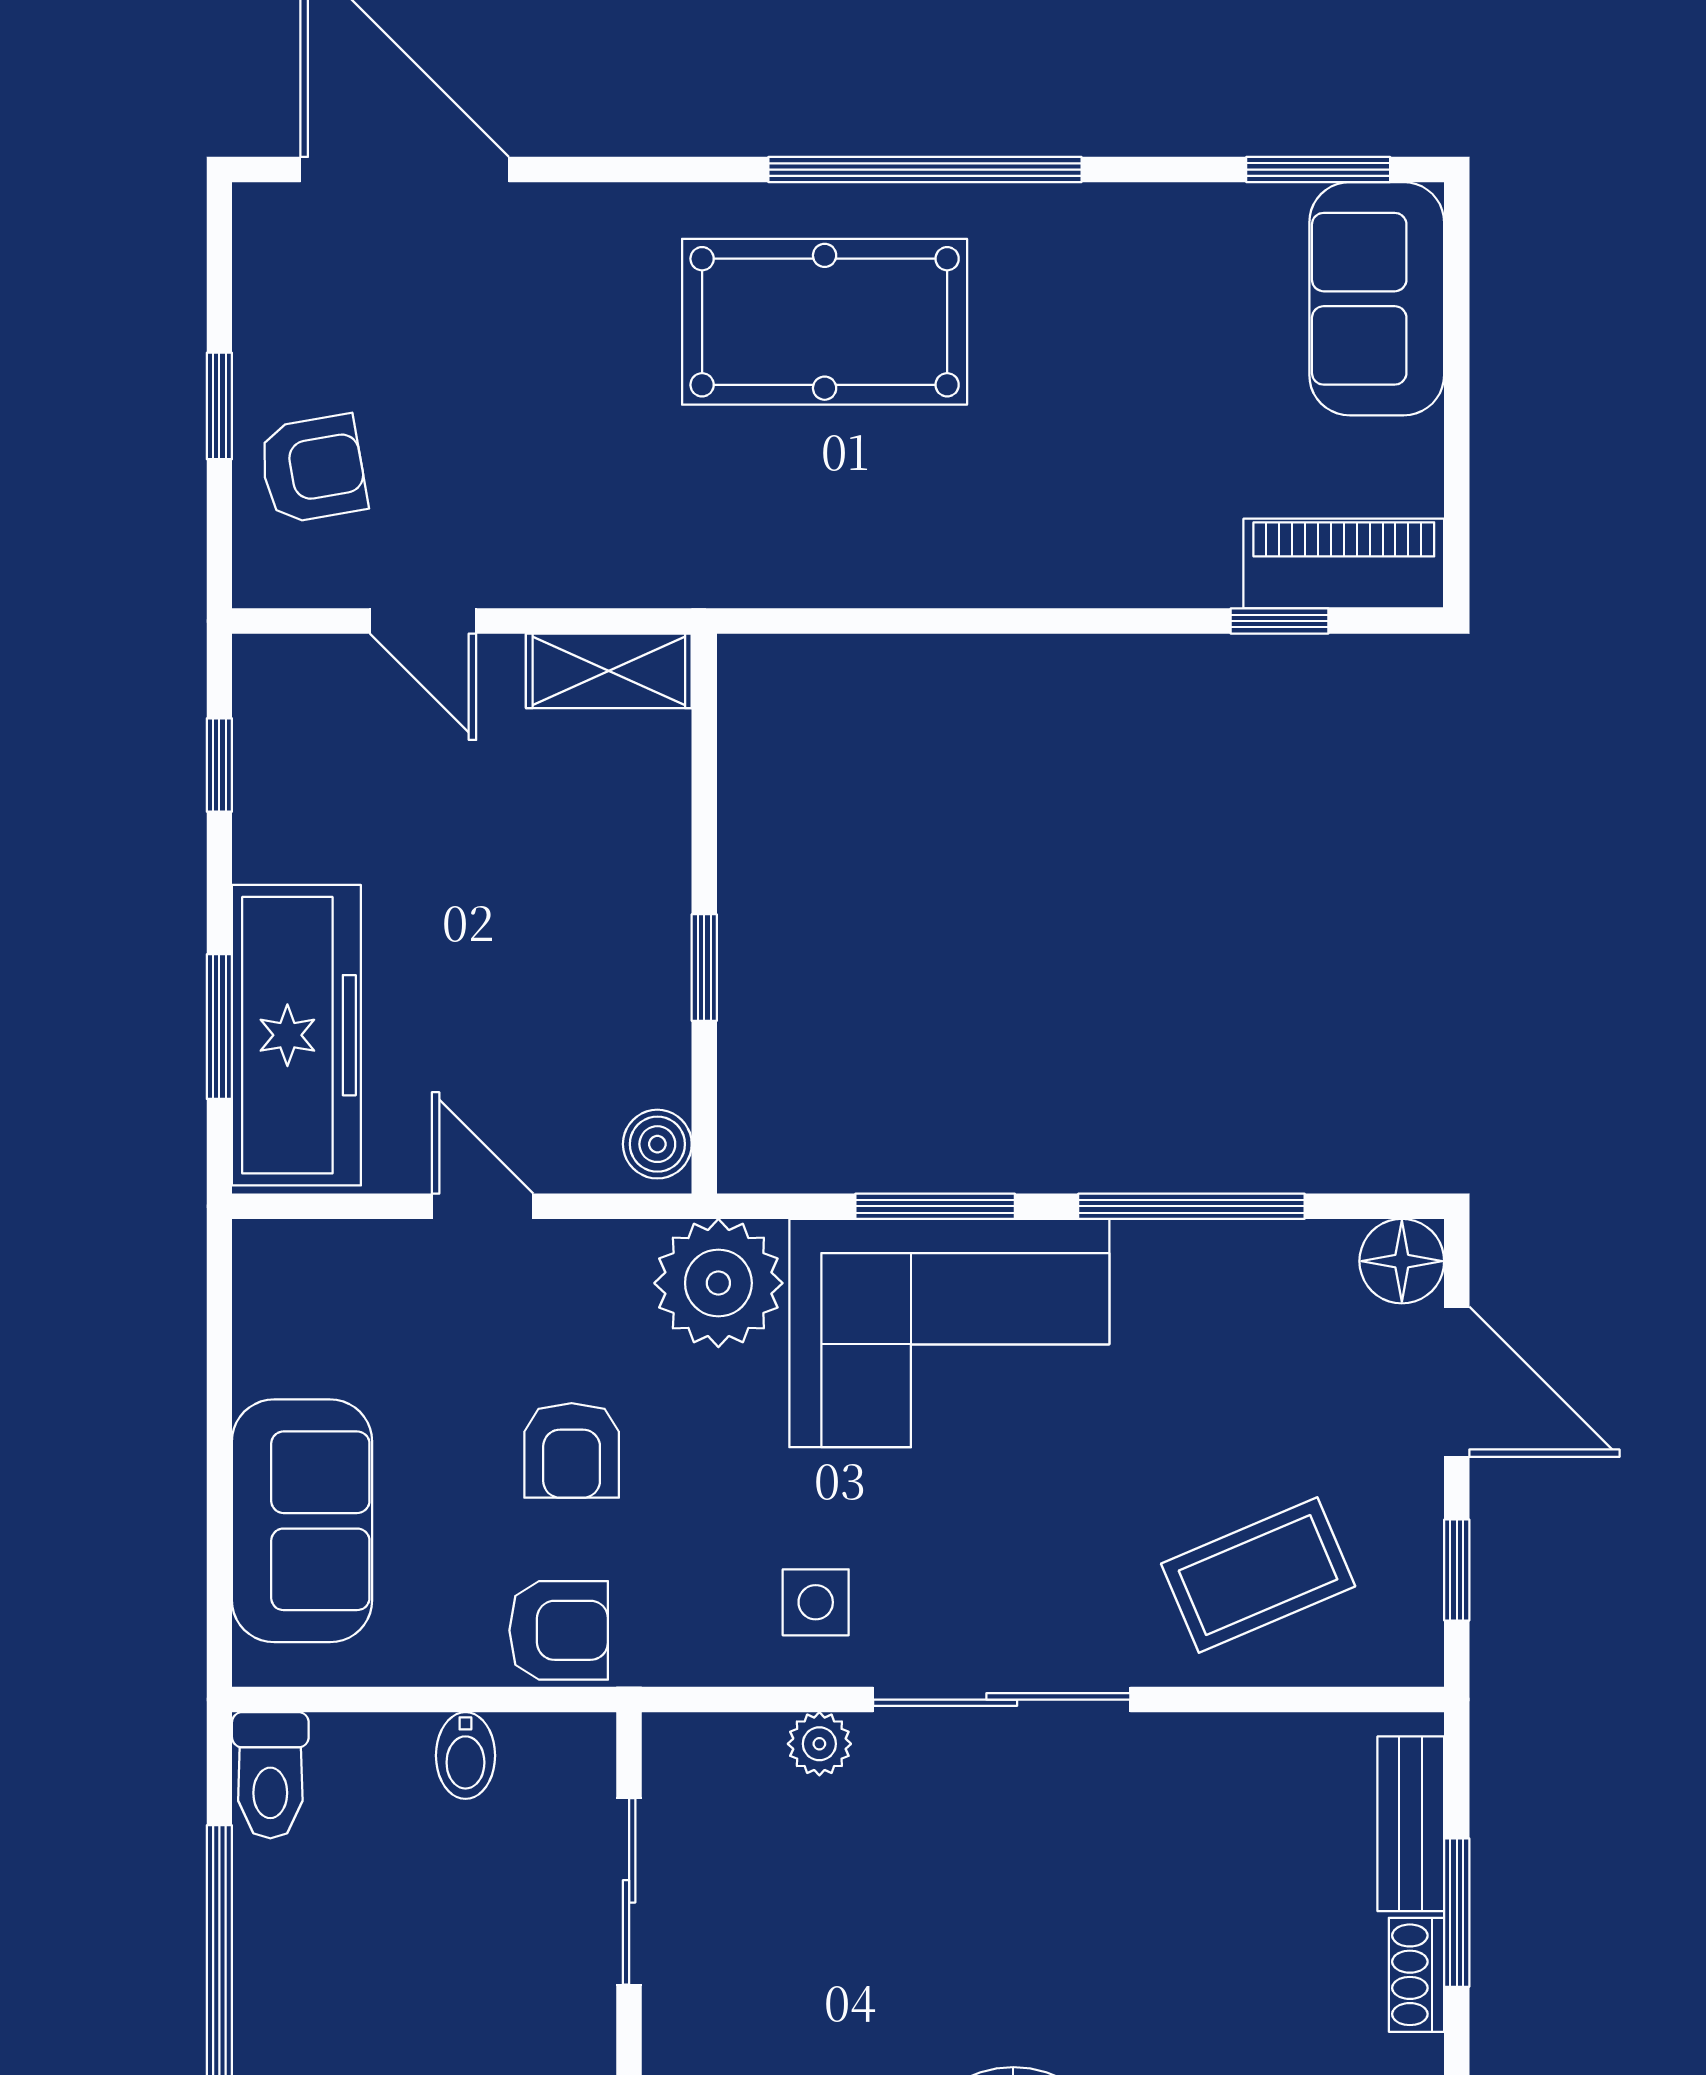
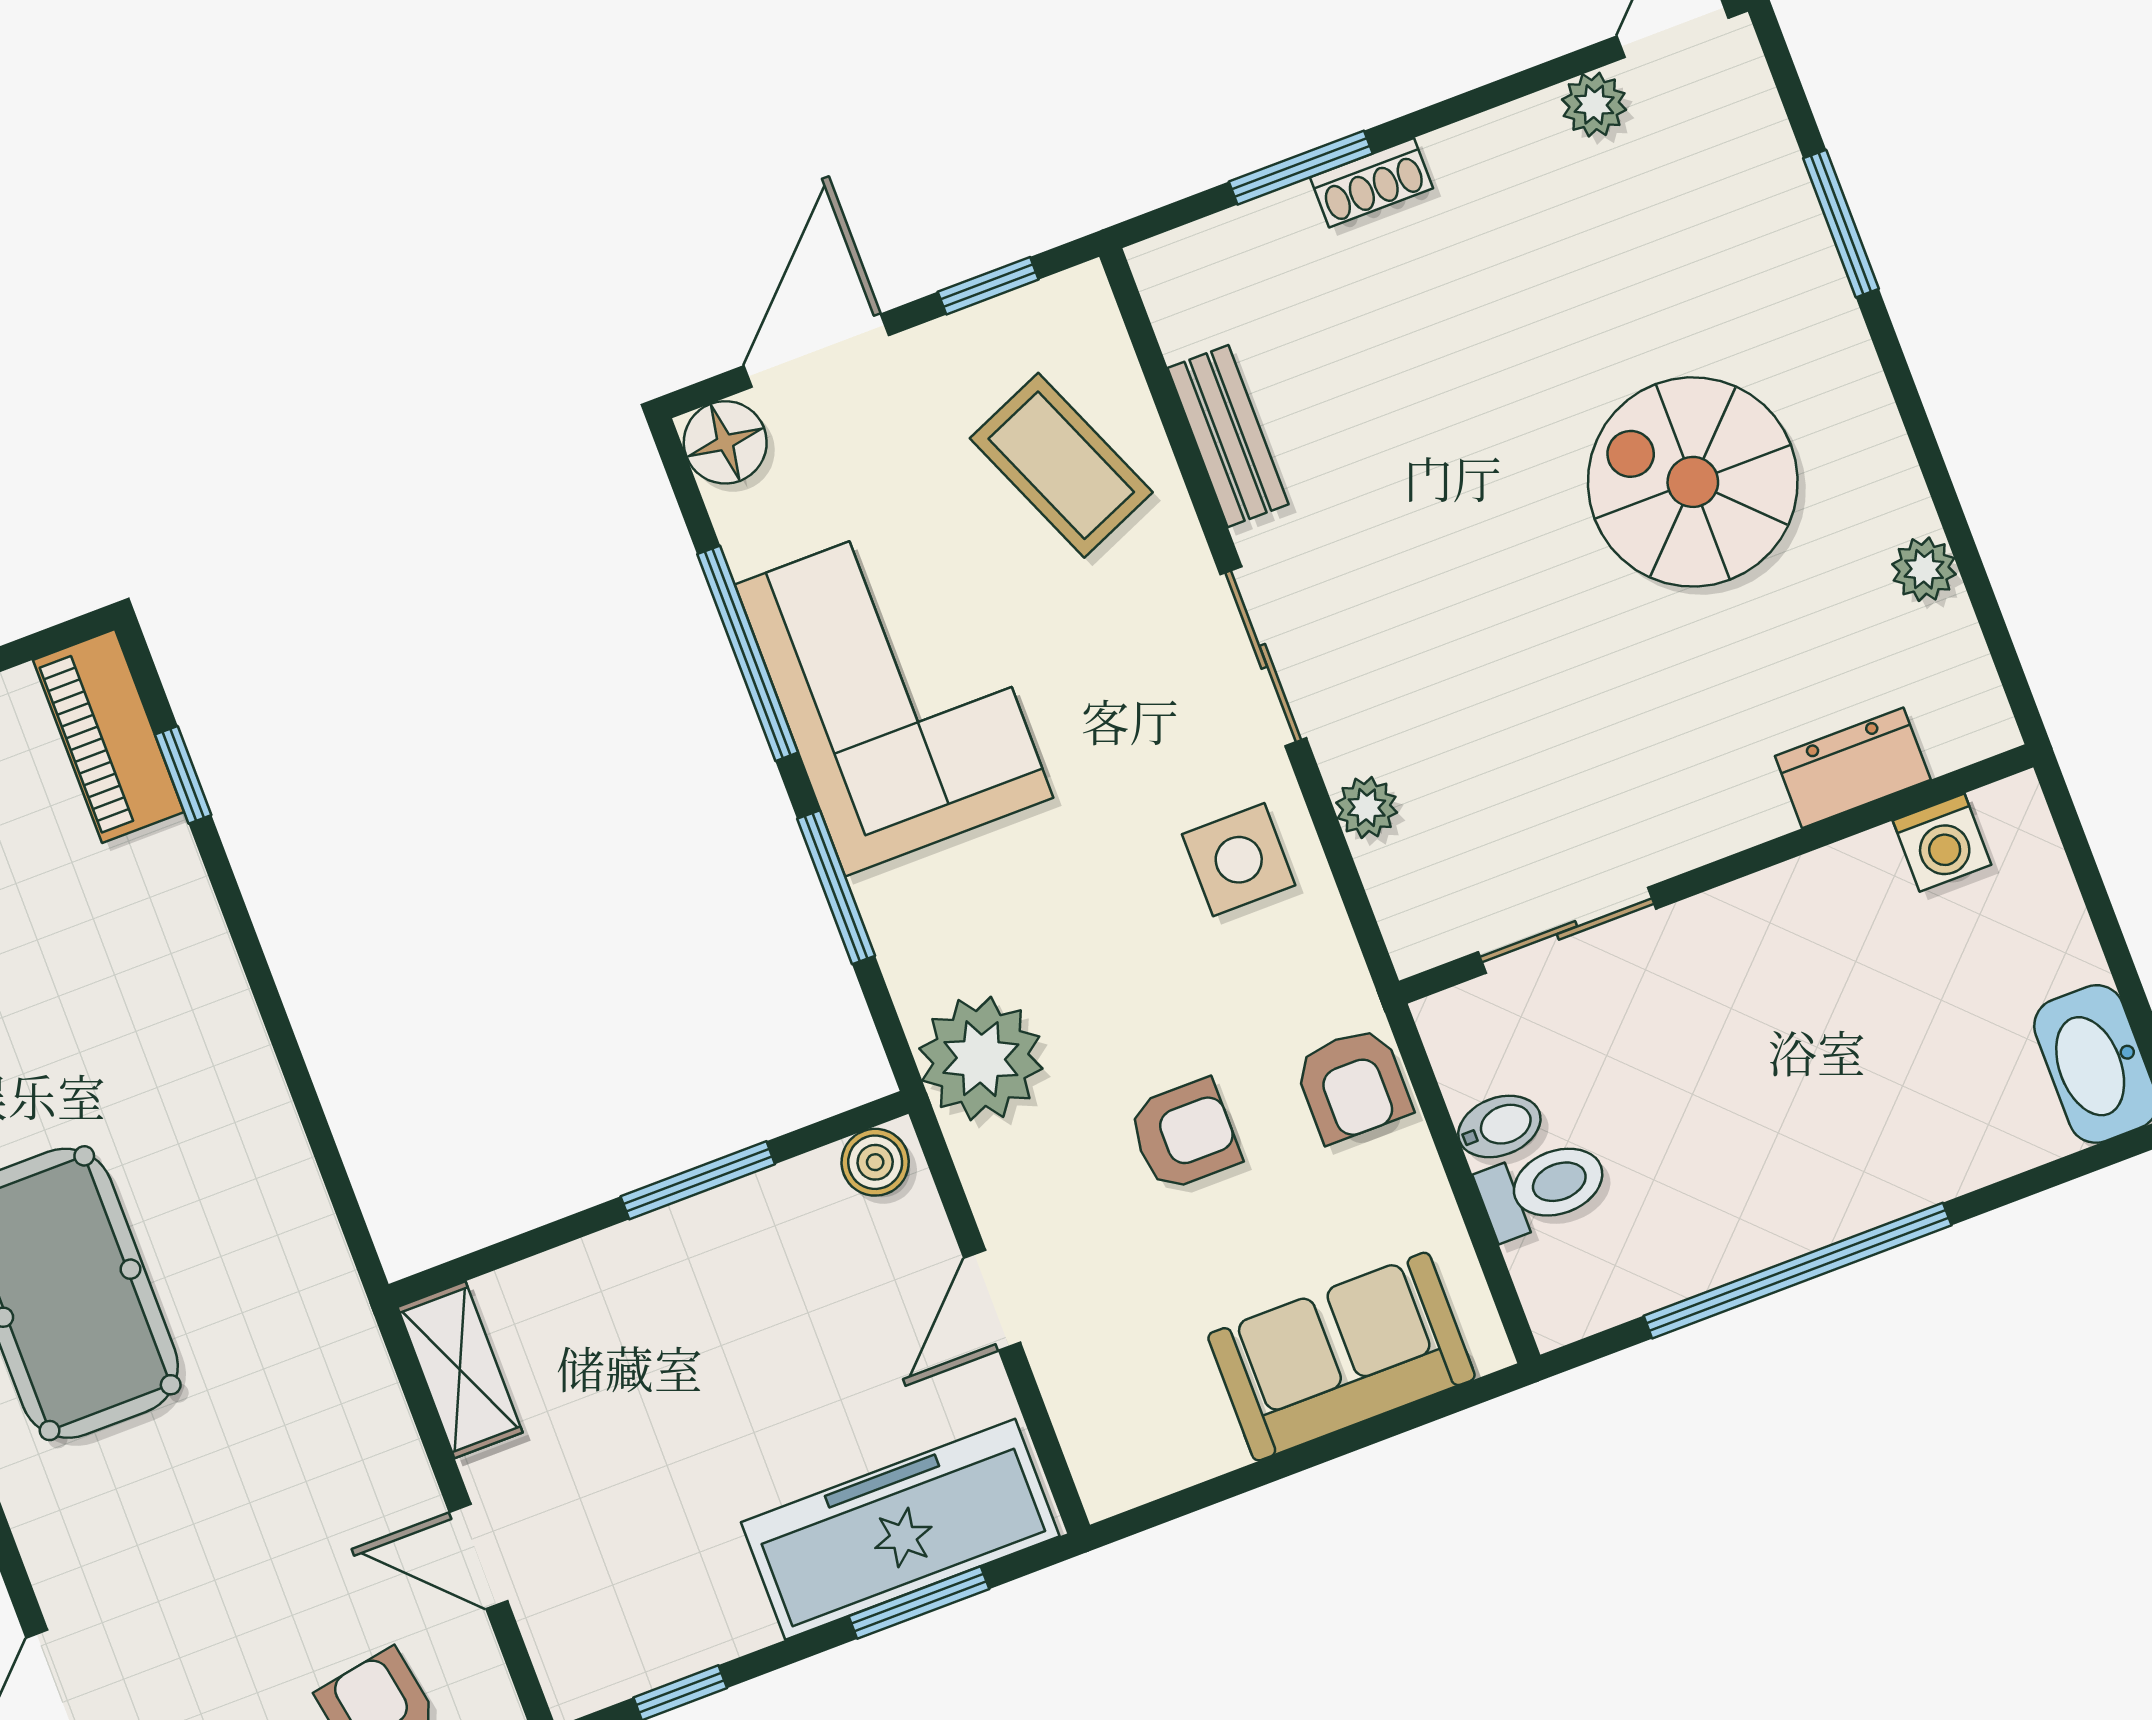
door: (423, 621) -> (479, 1557), swing flipped
window: (704, 968) -> (698, 1180), width x1.50
corner sofa: (949, 1333) -> (894, 691), moved
side table: (816, 1602) -> (1239, 860), width x1.37, depth x1.37
armchair: (559, 1630) -> (1353, 1085), turned 180
sliding door: (1002, 1700) -> (1263, 656), width x0.73
toilet: (270, 1775) -> (1543, 1188), moved
bench: (1411, 1824) -> (1228, 436), moved, turned 90

